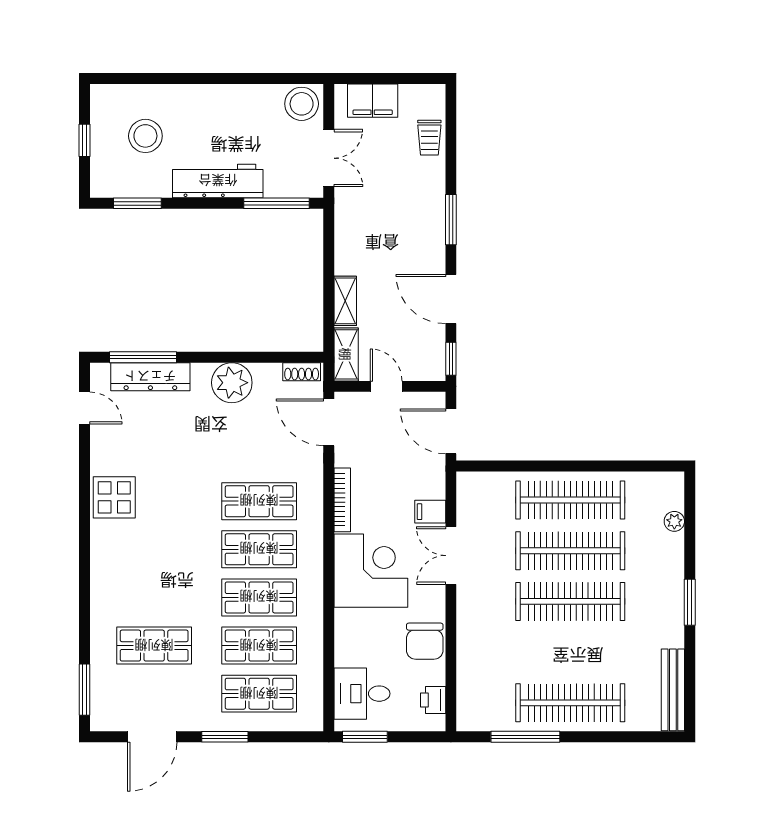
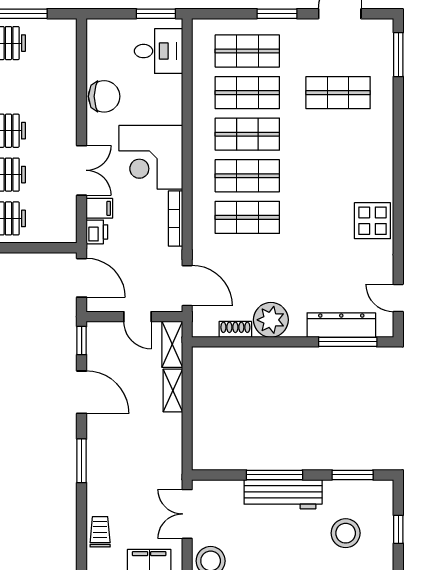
window: (276, 203) -> (274, 475), moved
shoe rack: (302, 372) -> (235, 329), moved
chair: (425, 641) -> (104, 96), turned 90
printer: (433, 700) -> (97, 232), moved

